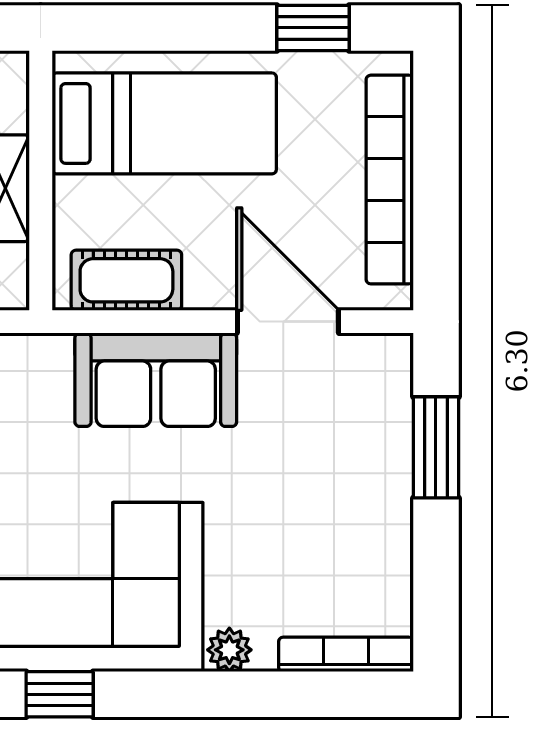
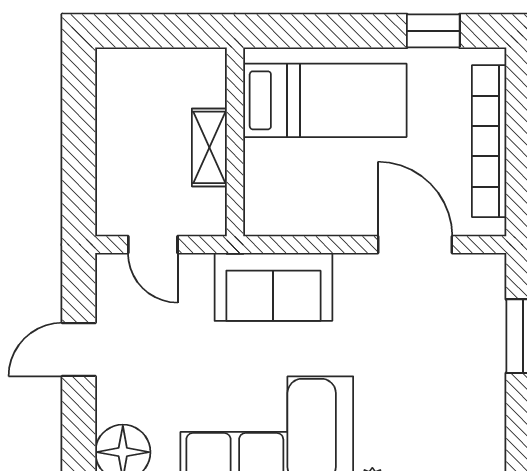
cot: (126, 280) -> (297, 215), removed
sofa: (156, 380) -> (273, 287), moved

